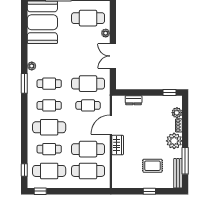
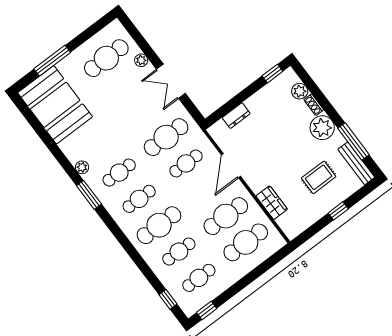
wardrobe: (118, 145) -> (272, 203), moved
cafe table: (49, 171) -> (199, 278), width x0.73, depth x0.74

